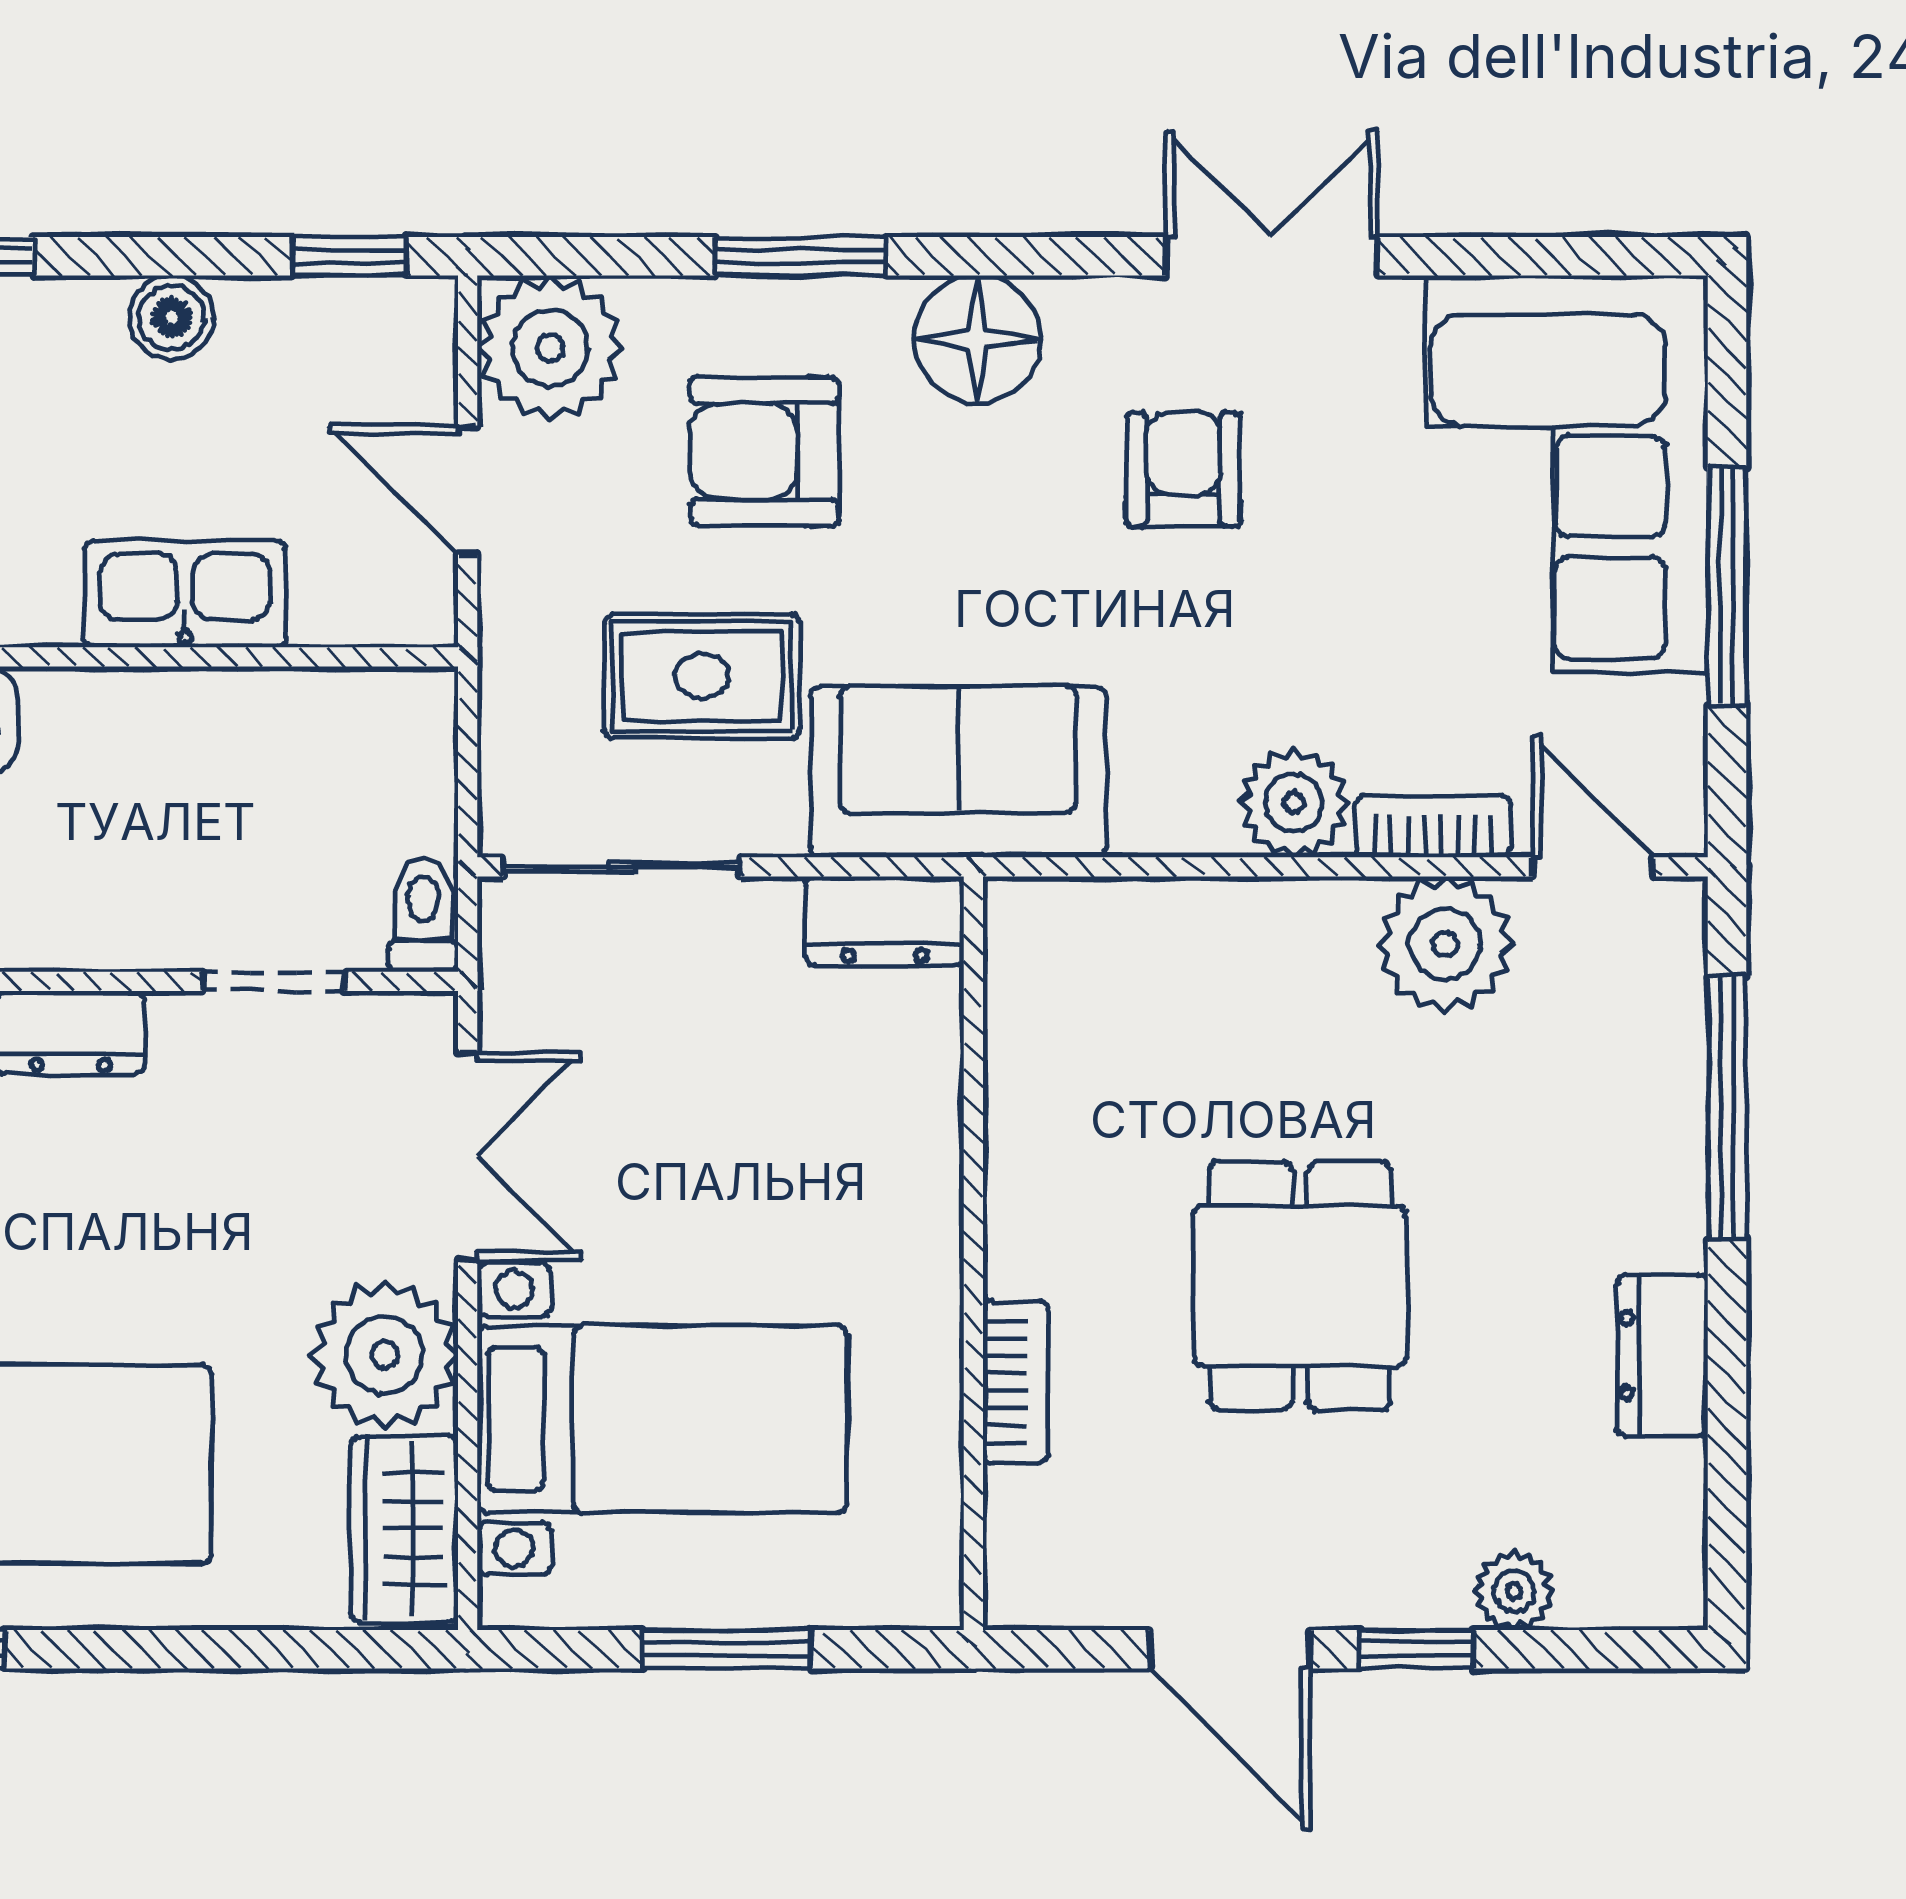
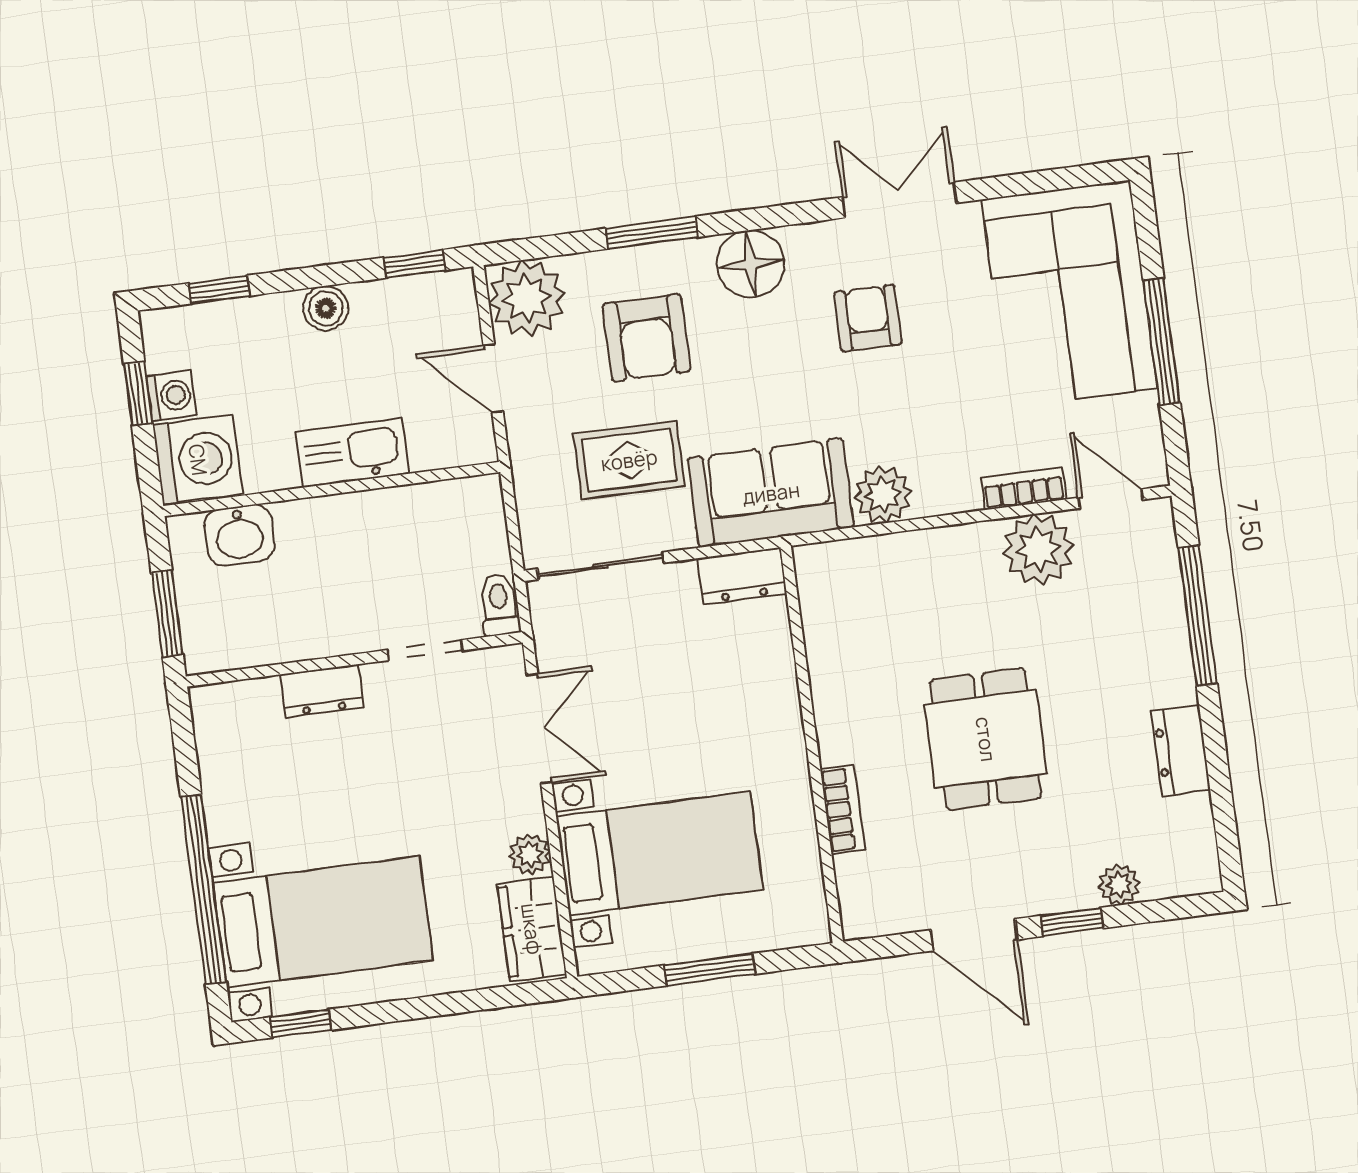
armchair: (765, 451) -> (647, 338), turned -90
plant: (1294, 803) -> (883, 494), moved
plant: (385, 1355) -> (530, 854), width x0.53, depth x0.53

